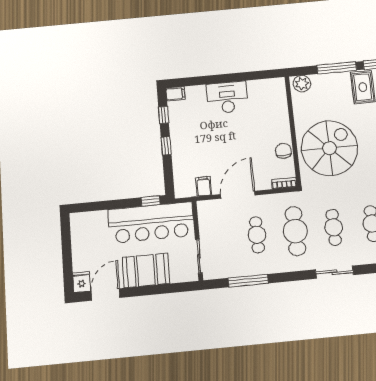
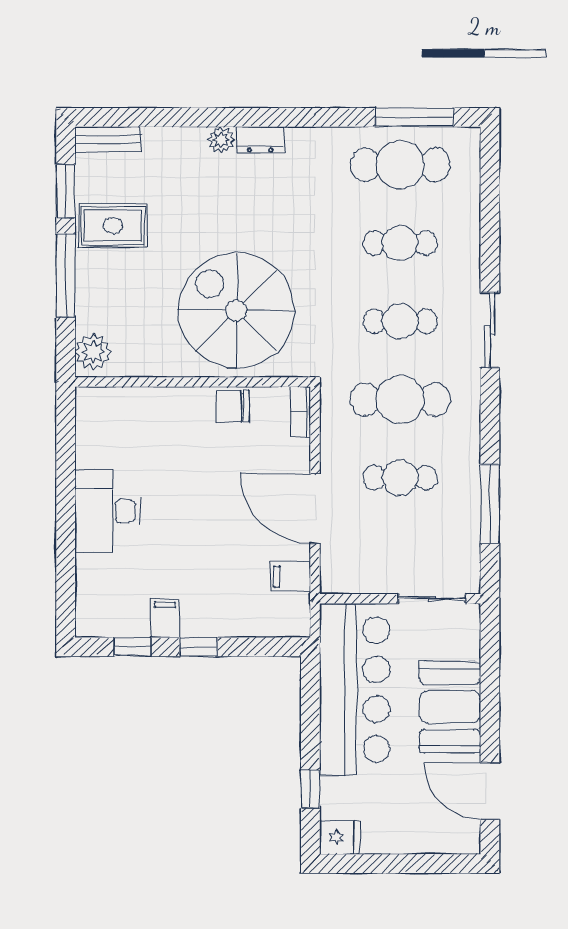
filing cabinet: (176, 94) -> (165, 618), moved
window: (151, 201) -> (310, 789), moved
fridge: (81, 282) -> (340, 837), moved, turned 180

